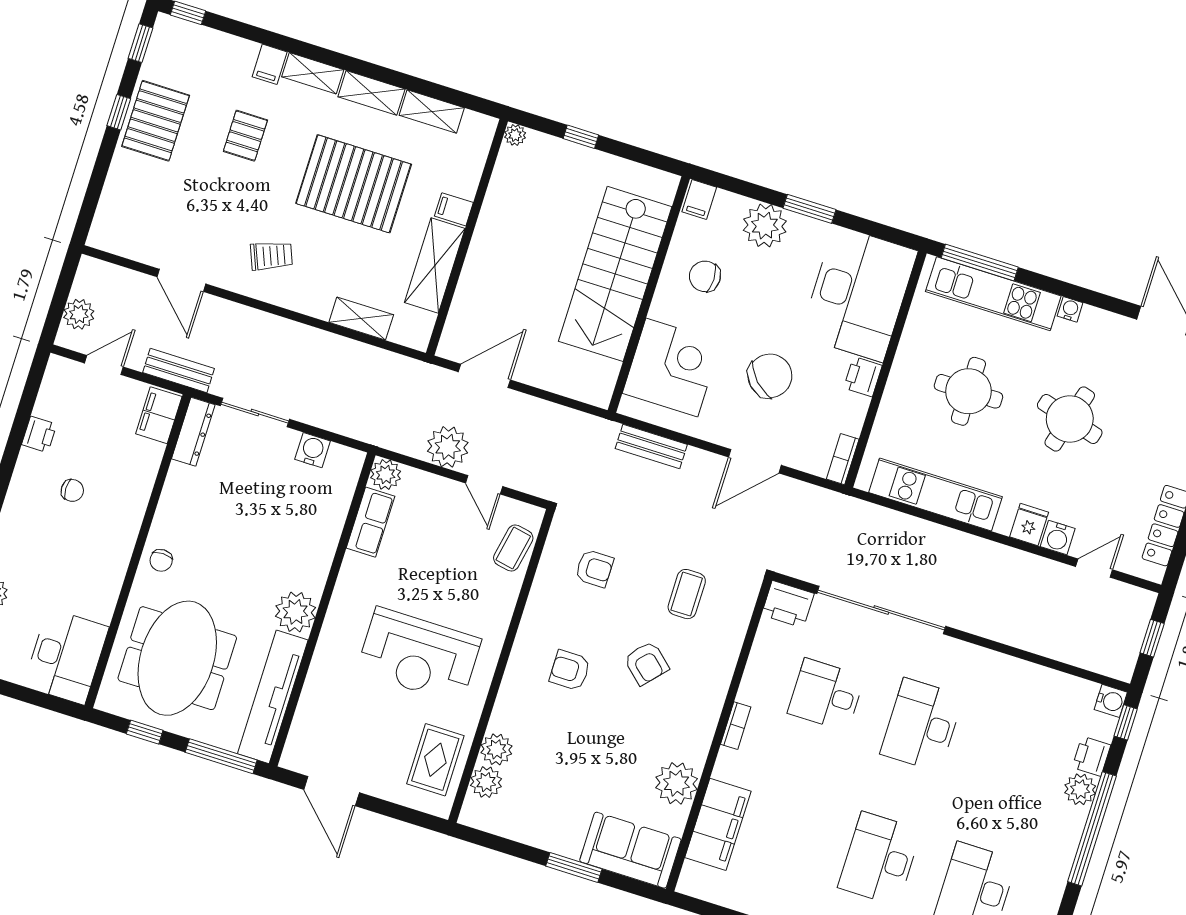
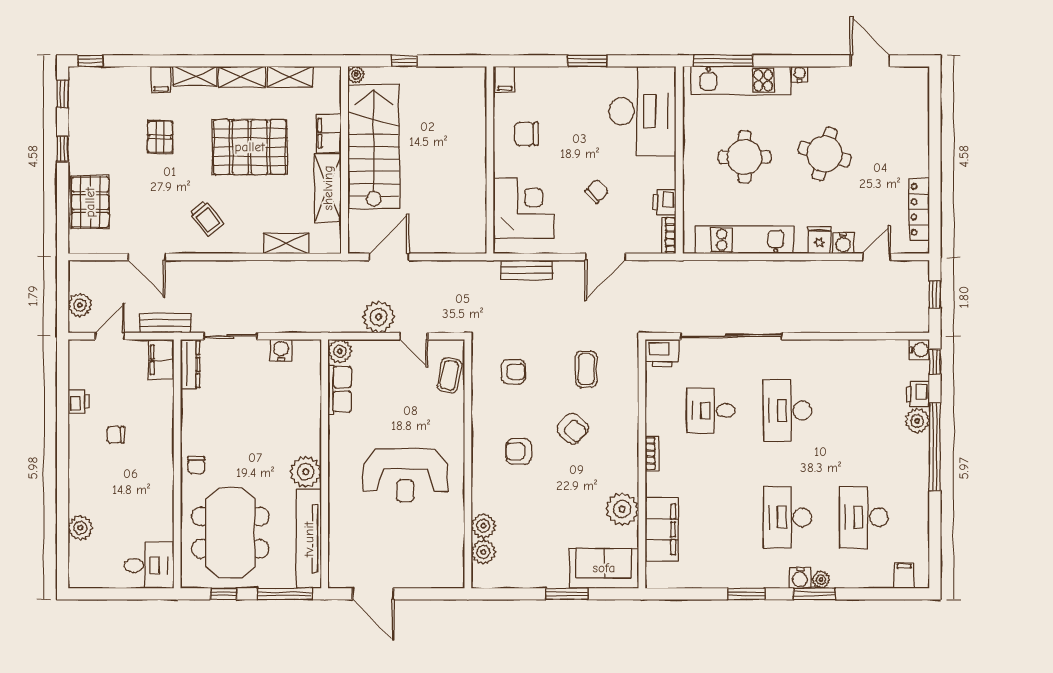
pallet: (156, 121) -> (90, 202), moved
filing cabinet: (454, 209) -> (329, 133), width x2.00
plant: (765, 226) -> (558, 83), removed
trolley: (271, 256) -> (207, 218), turned 73
stairs: (615, 274) -> (374, 147), moved, turned 180
chair: (770, 376) -> (597, 191), width x0.54, depth x0.54
printer: (863, 377) -> (664, 202), moved
chair: (72, 490) -> (116, 435), turned 180
desk: (66, 656) -> (149, 565), width x0.73
rug: (435, 760) -> (441, 547), removed

